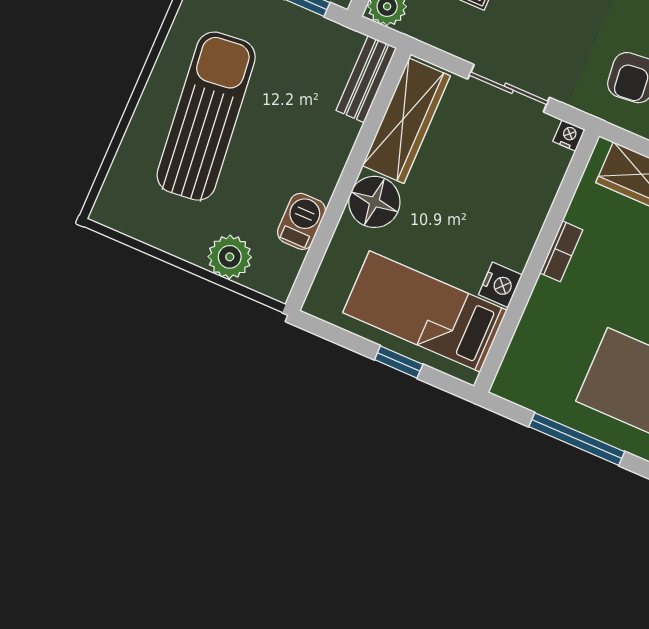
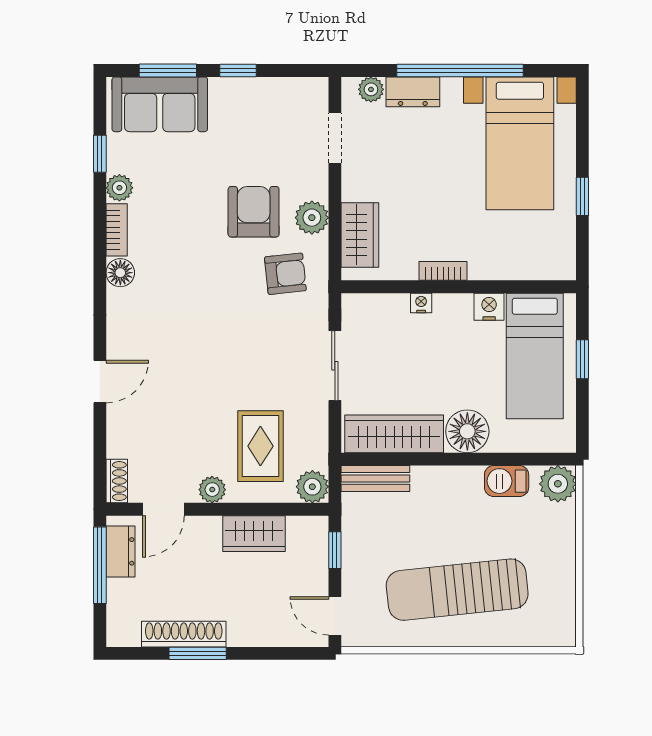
nightstand: (569, 135) -> (421, 303), moved, turned 90
plant: (230, 257) -> (558, 484), moved
window: (577, 439) -> (582, 196), width x0.46

